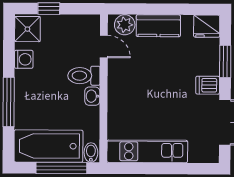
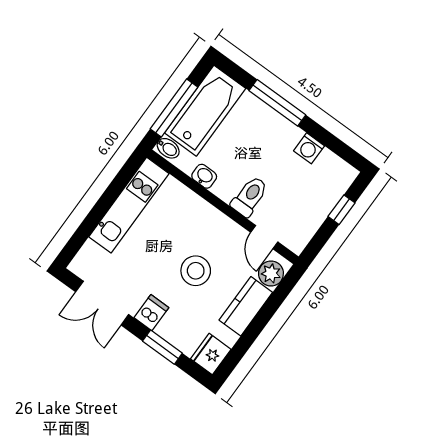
shower: (27, 29) -> (336, 174), removed
door: (104, 47) -> (264, 237), hinge flipped
stool: (159, 76) -> (196, 271), added
washbasin: (92, 96) -> (204, 176), moved

